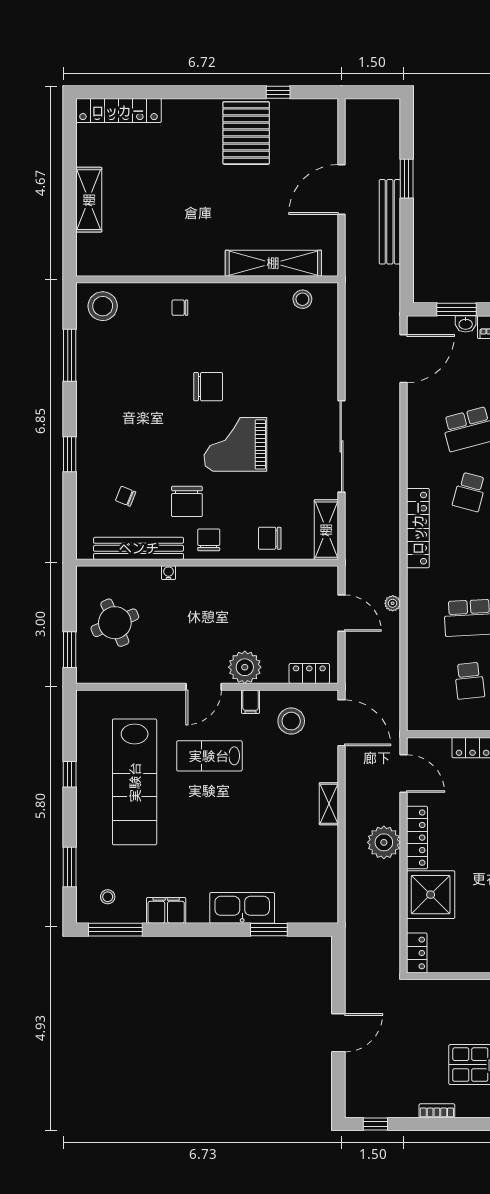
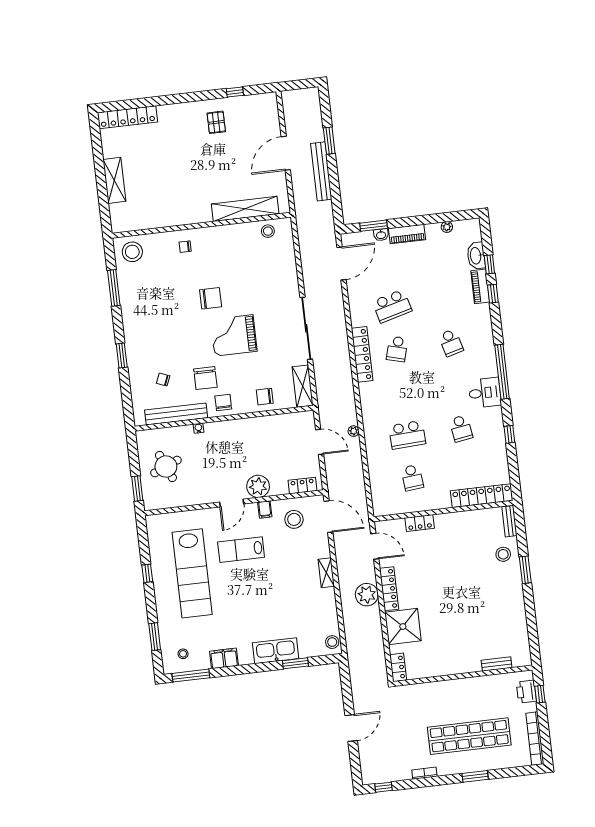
pallet: (246, 133) -> (216, 122), width x0.49, depth x0.50
locker: (418, 528) -> (362, 354), moved
stool: (326, 905) -> (332, 642), added

